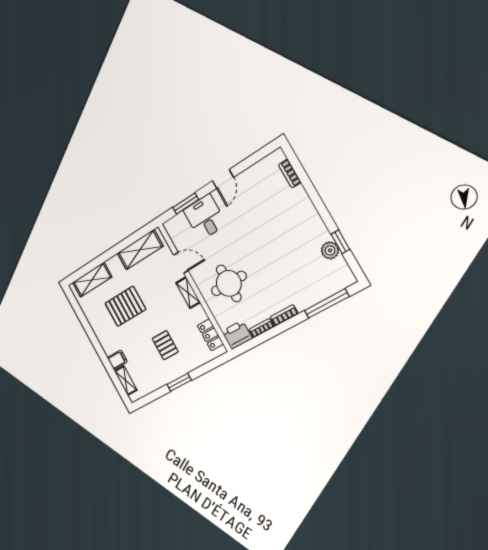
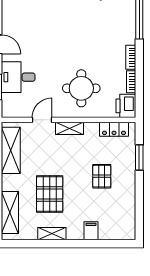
pallet: (165, 345) -> (102, 176), turned 90
shelving: (126, 380) -> (52, 234), moved
window: (179, 382) -> (139, 158), moved

